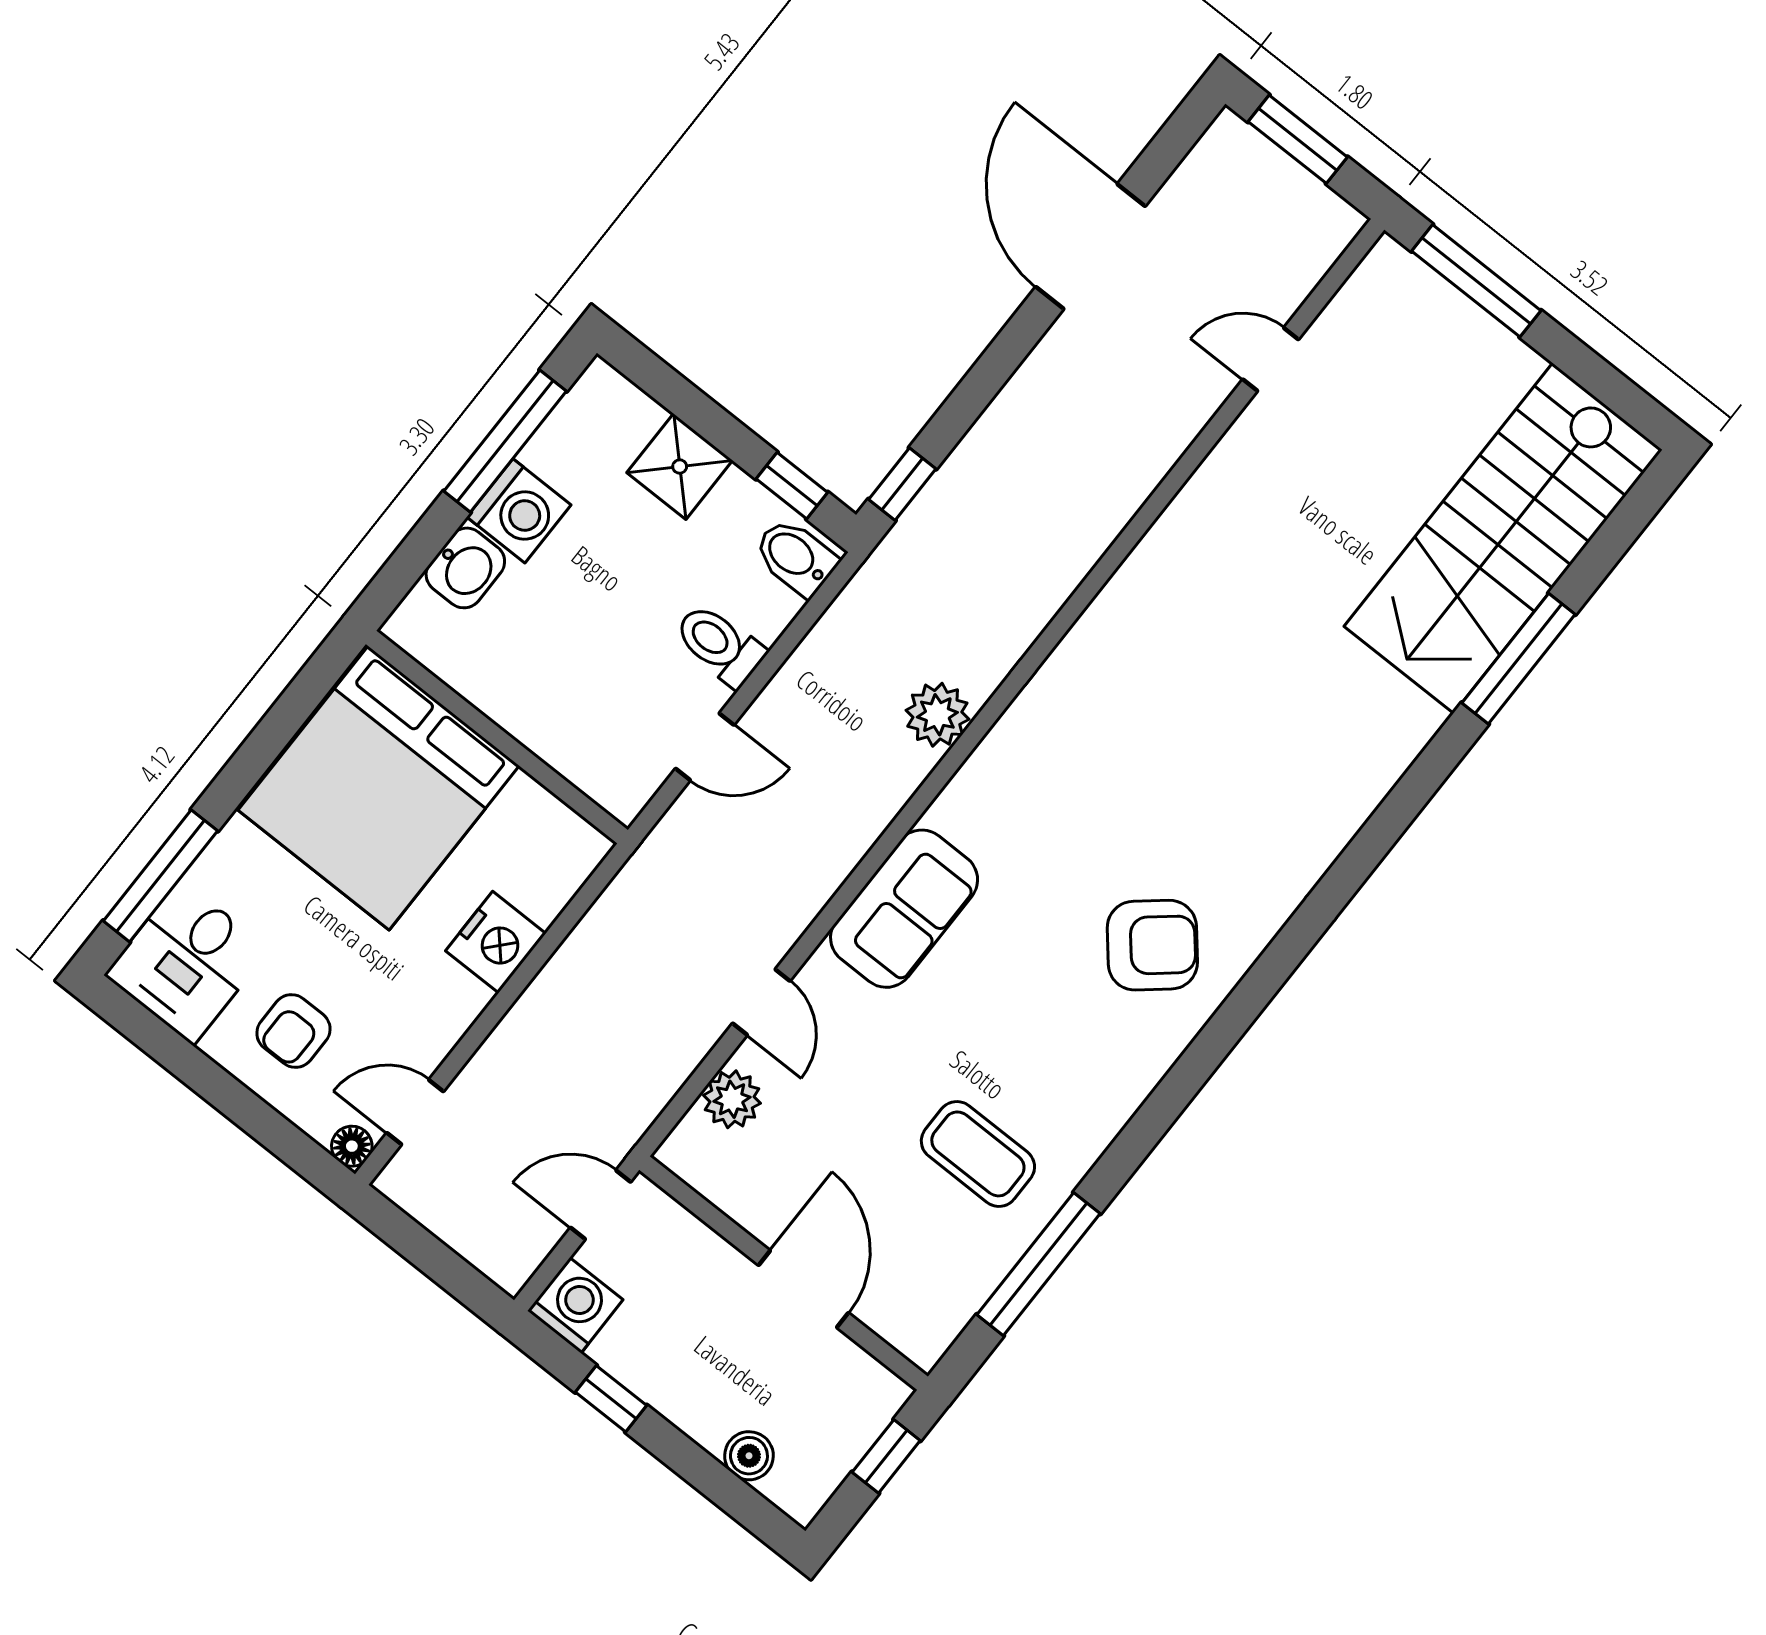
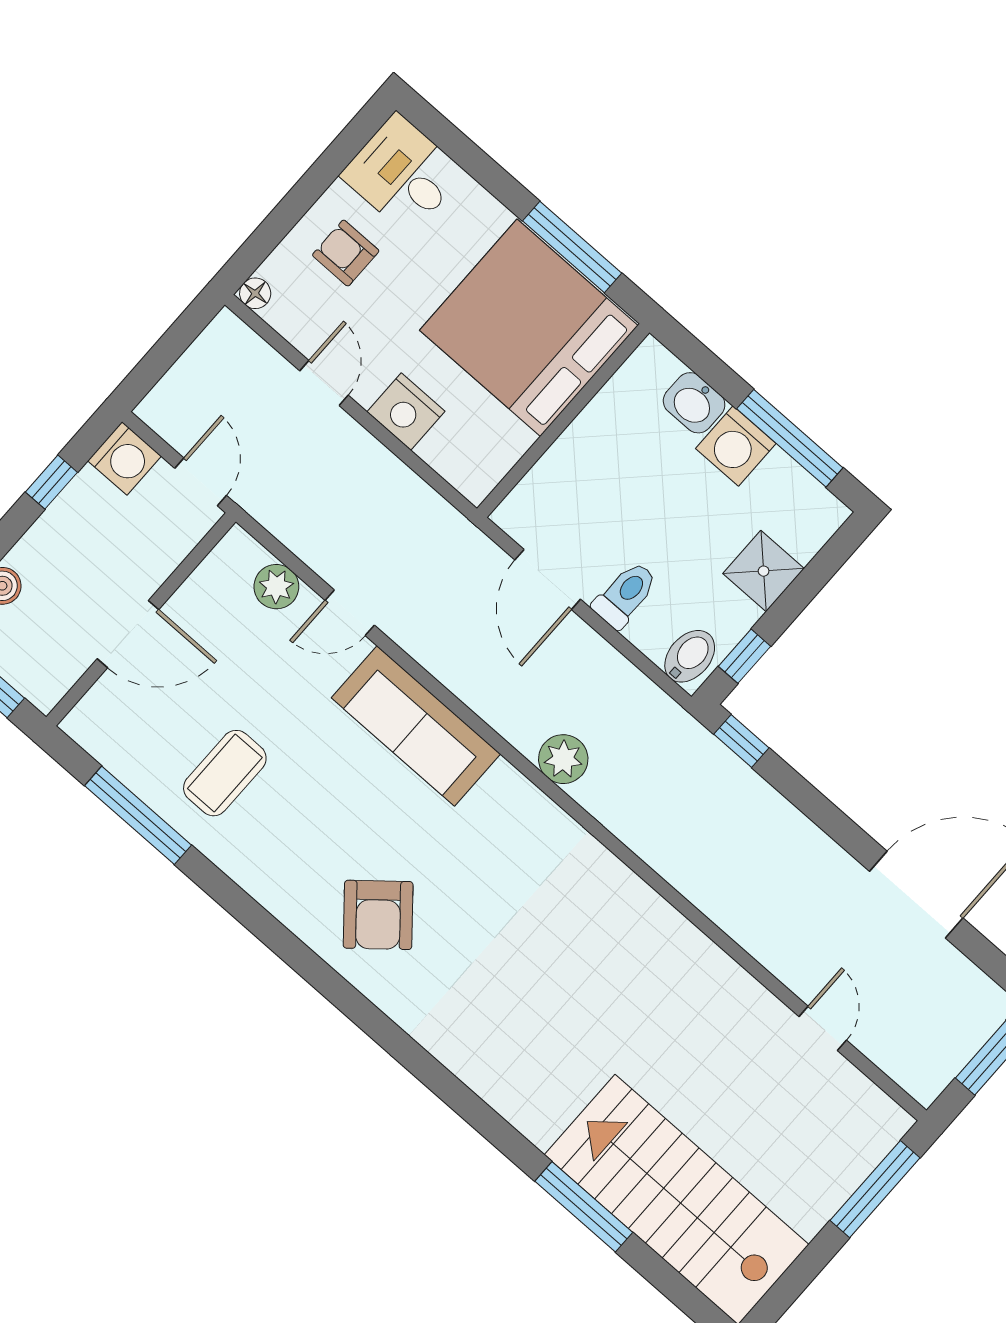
door: (705, 747) -> (548, 579), width x1.38
window: (160, 876) -> (572, 247), moved
sofa: (904, 909) -> (416, 726), width x1.36
door: (415, 1112) -> (324, 383), moved

